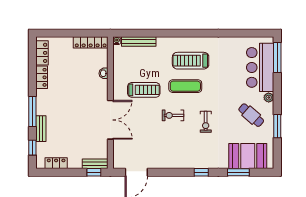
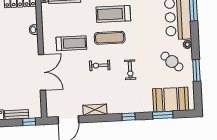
shelving: (166, 163) -> (95, 110), added
bench: (95, 164) -> (17, 115), moved

